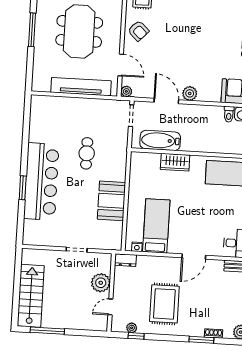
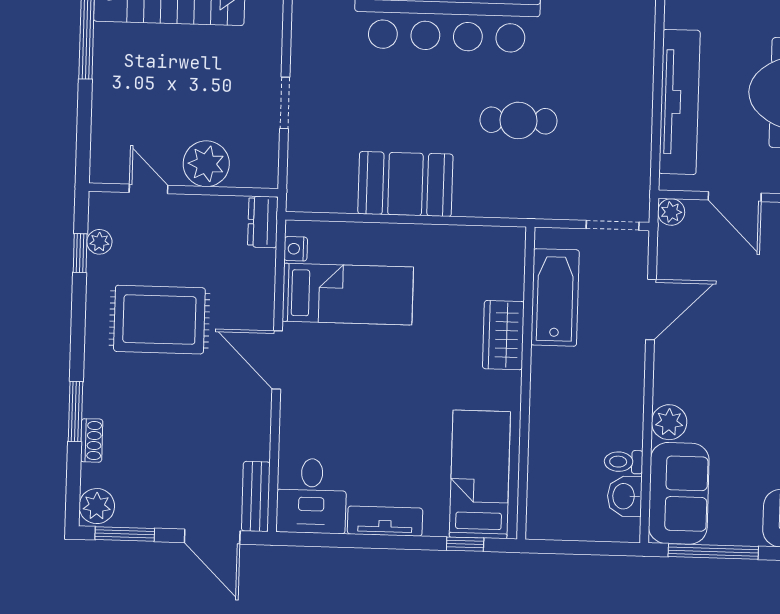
door: (121, 65) -> (735, 197), hinge flipped
plant: (190, 93) -> (669, 422), moved
door: (194, 257) -> (277, 360), moved

